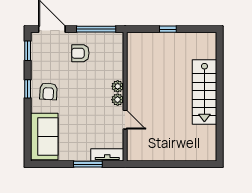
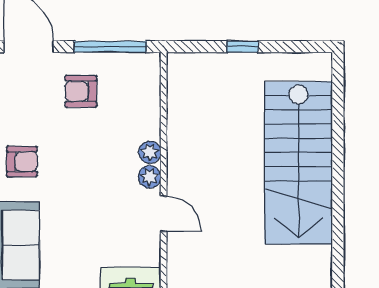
armchair: (48, 91) -> (22, 161), turned -93
stairs: (204, 92) -> (299, 163), width x1.36, depth x1.51

